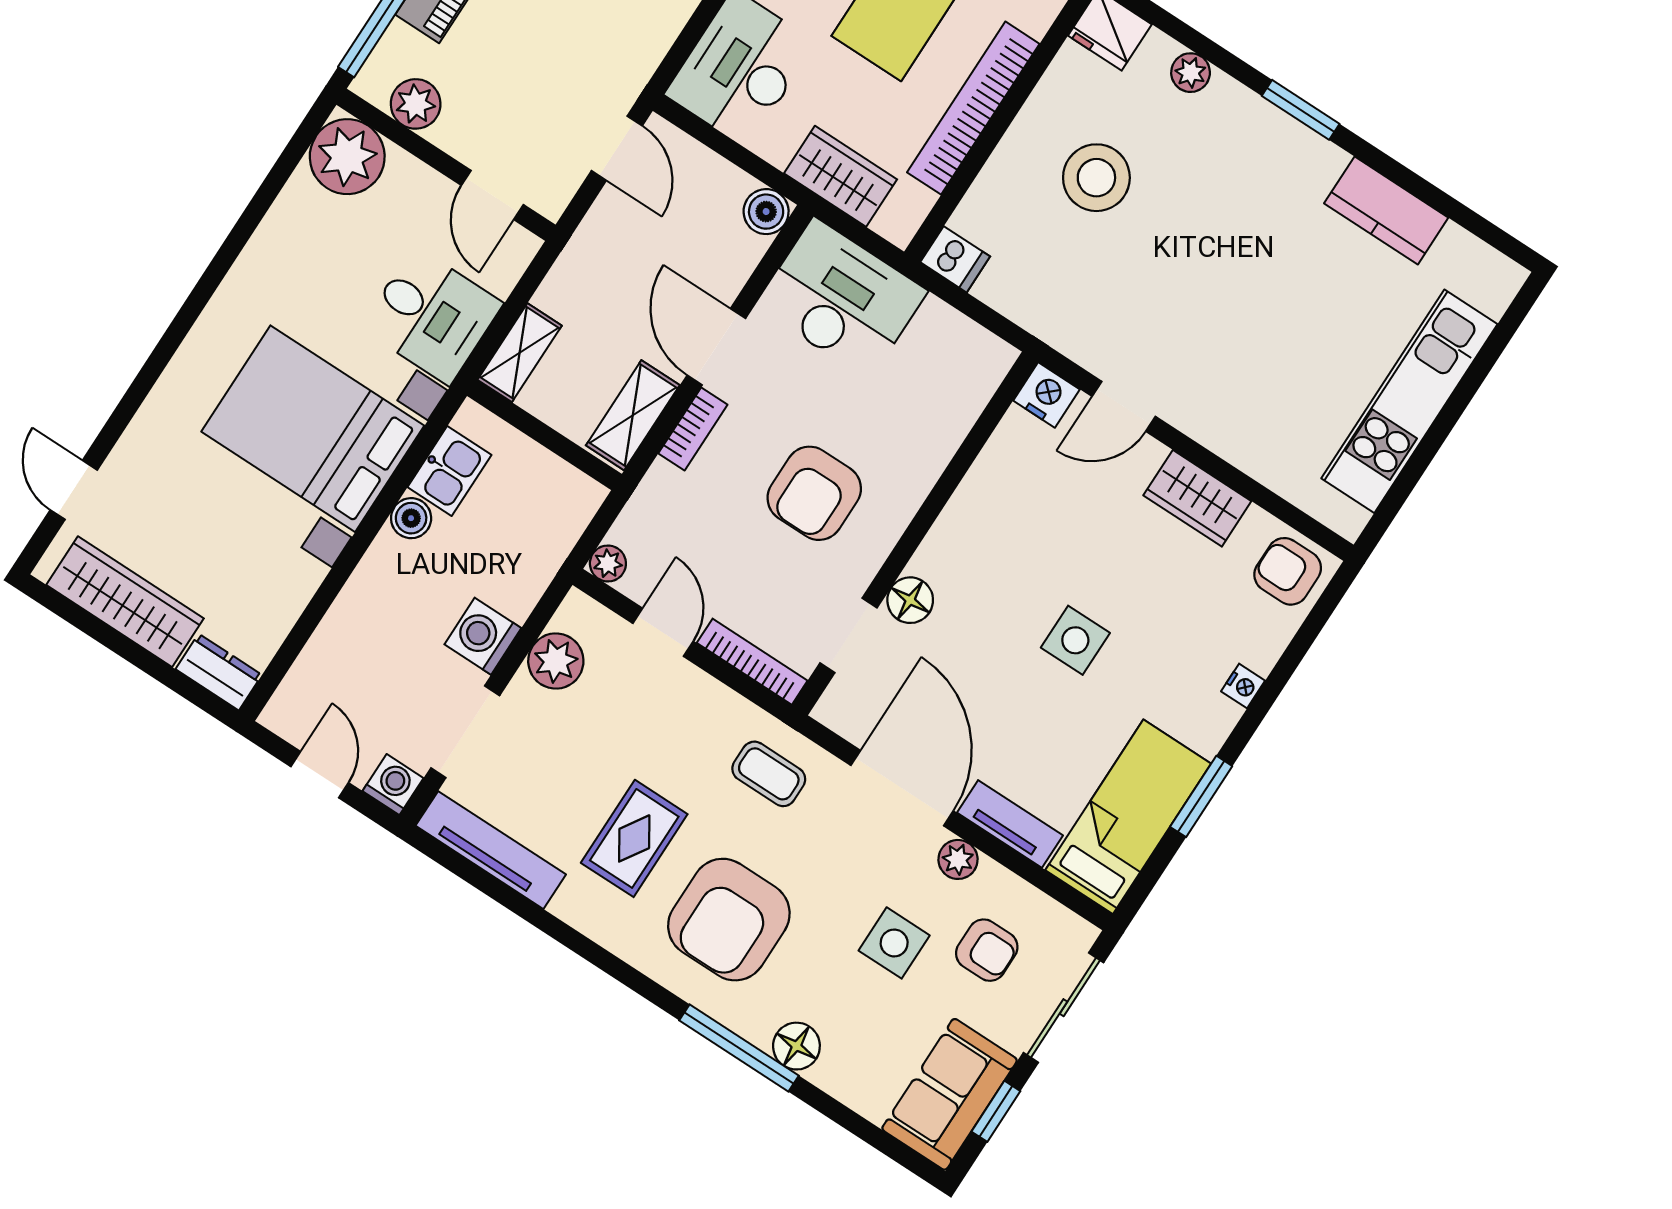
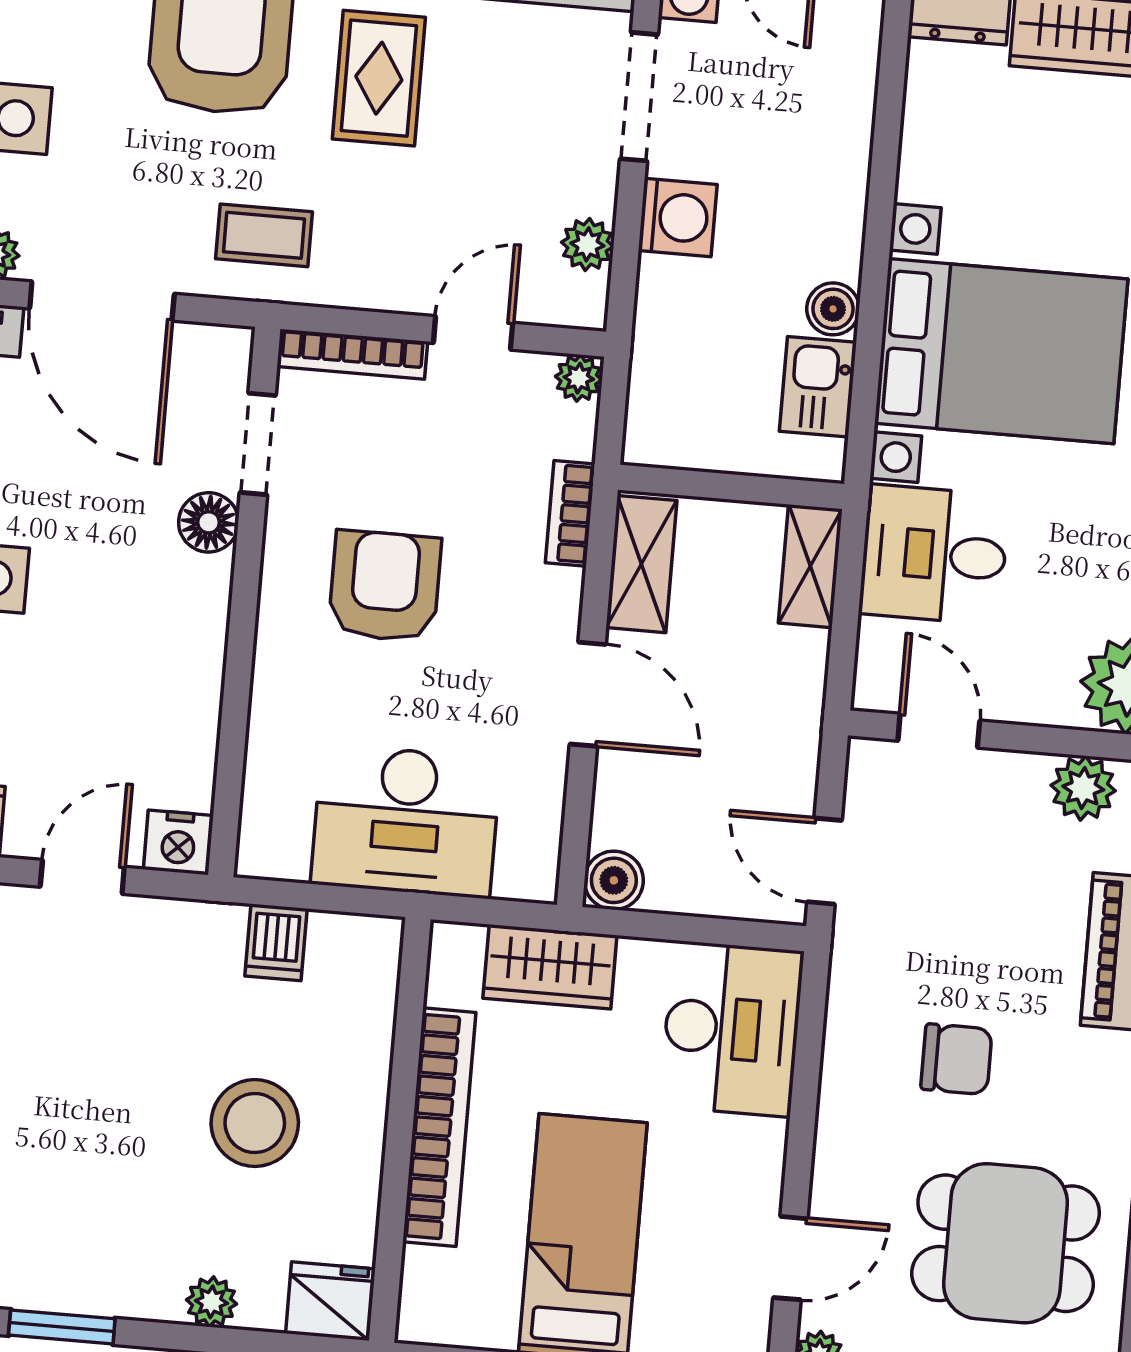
dishwasher: (955, 259) -> (276, 942), moved, turned -90
desk: (841, 298) -> (406, 821), moved
bookcase: (693, 429) -> (570, 513), moved
door: (663, 632) -> (473, 333), swing flipped
plant: (556, 661) -> (587, 244), width x0.73, depth x0.73

